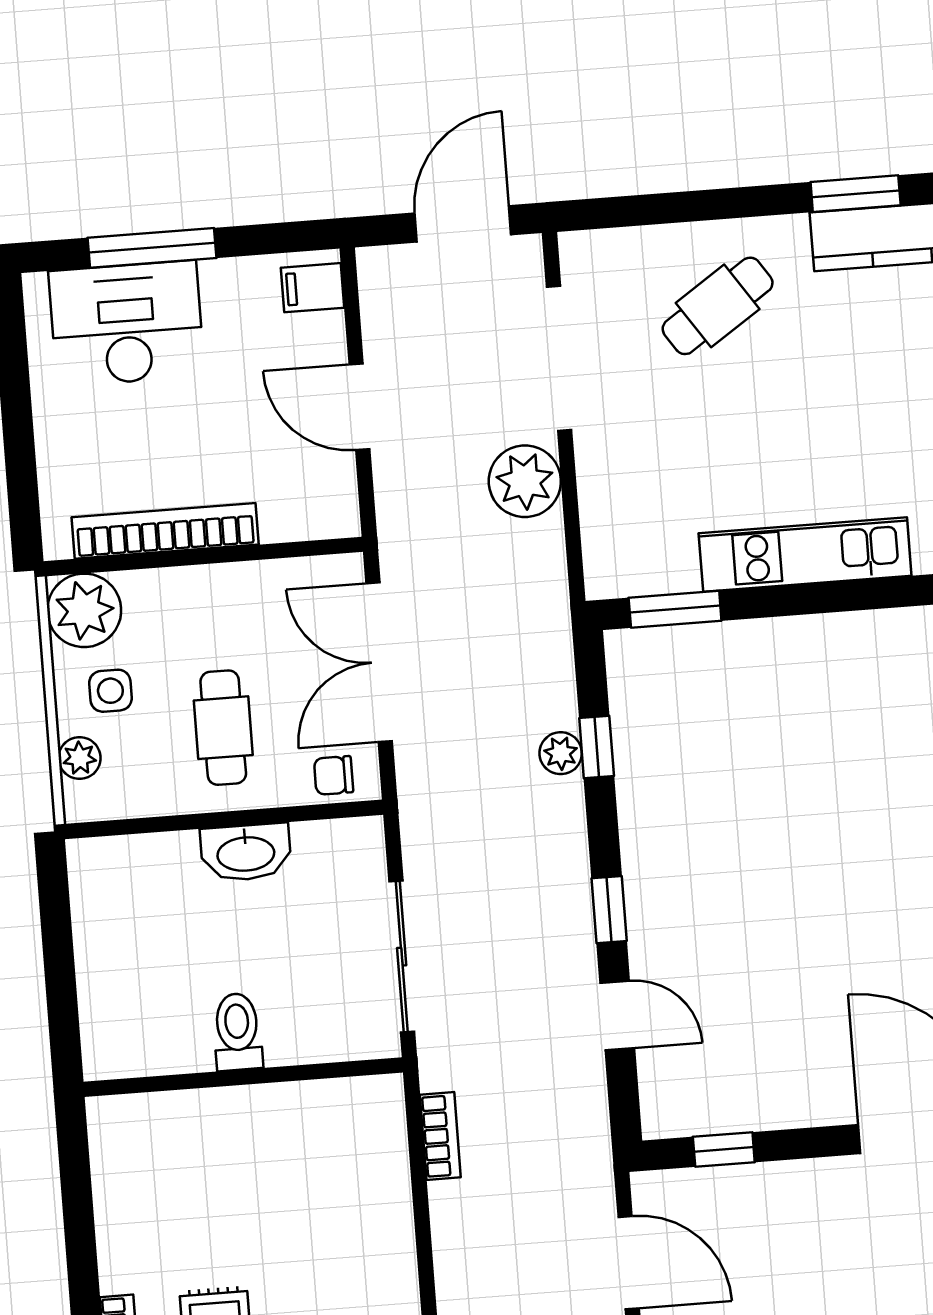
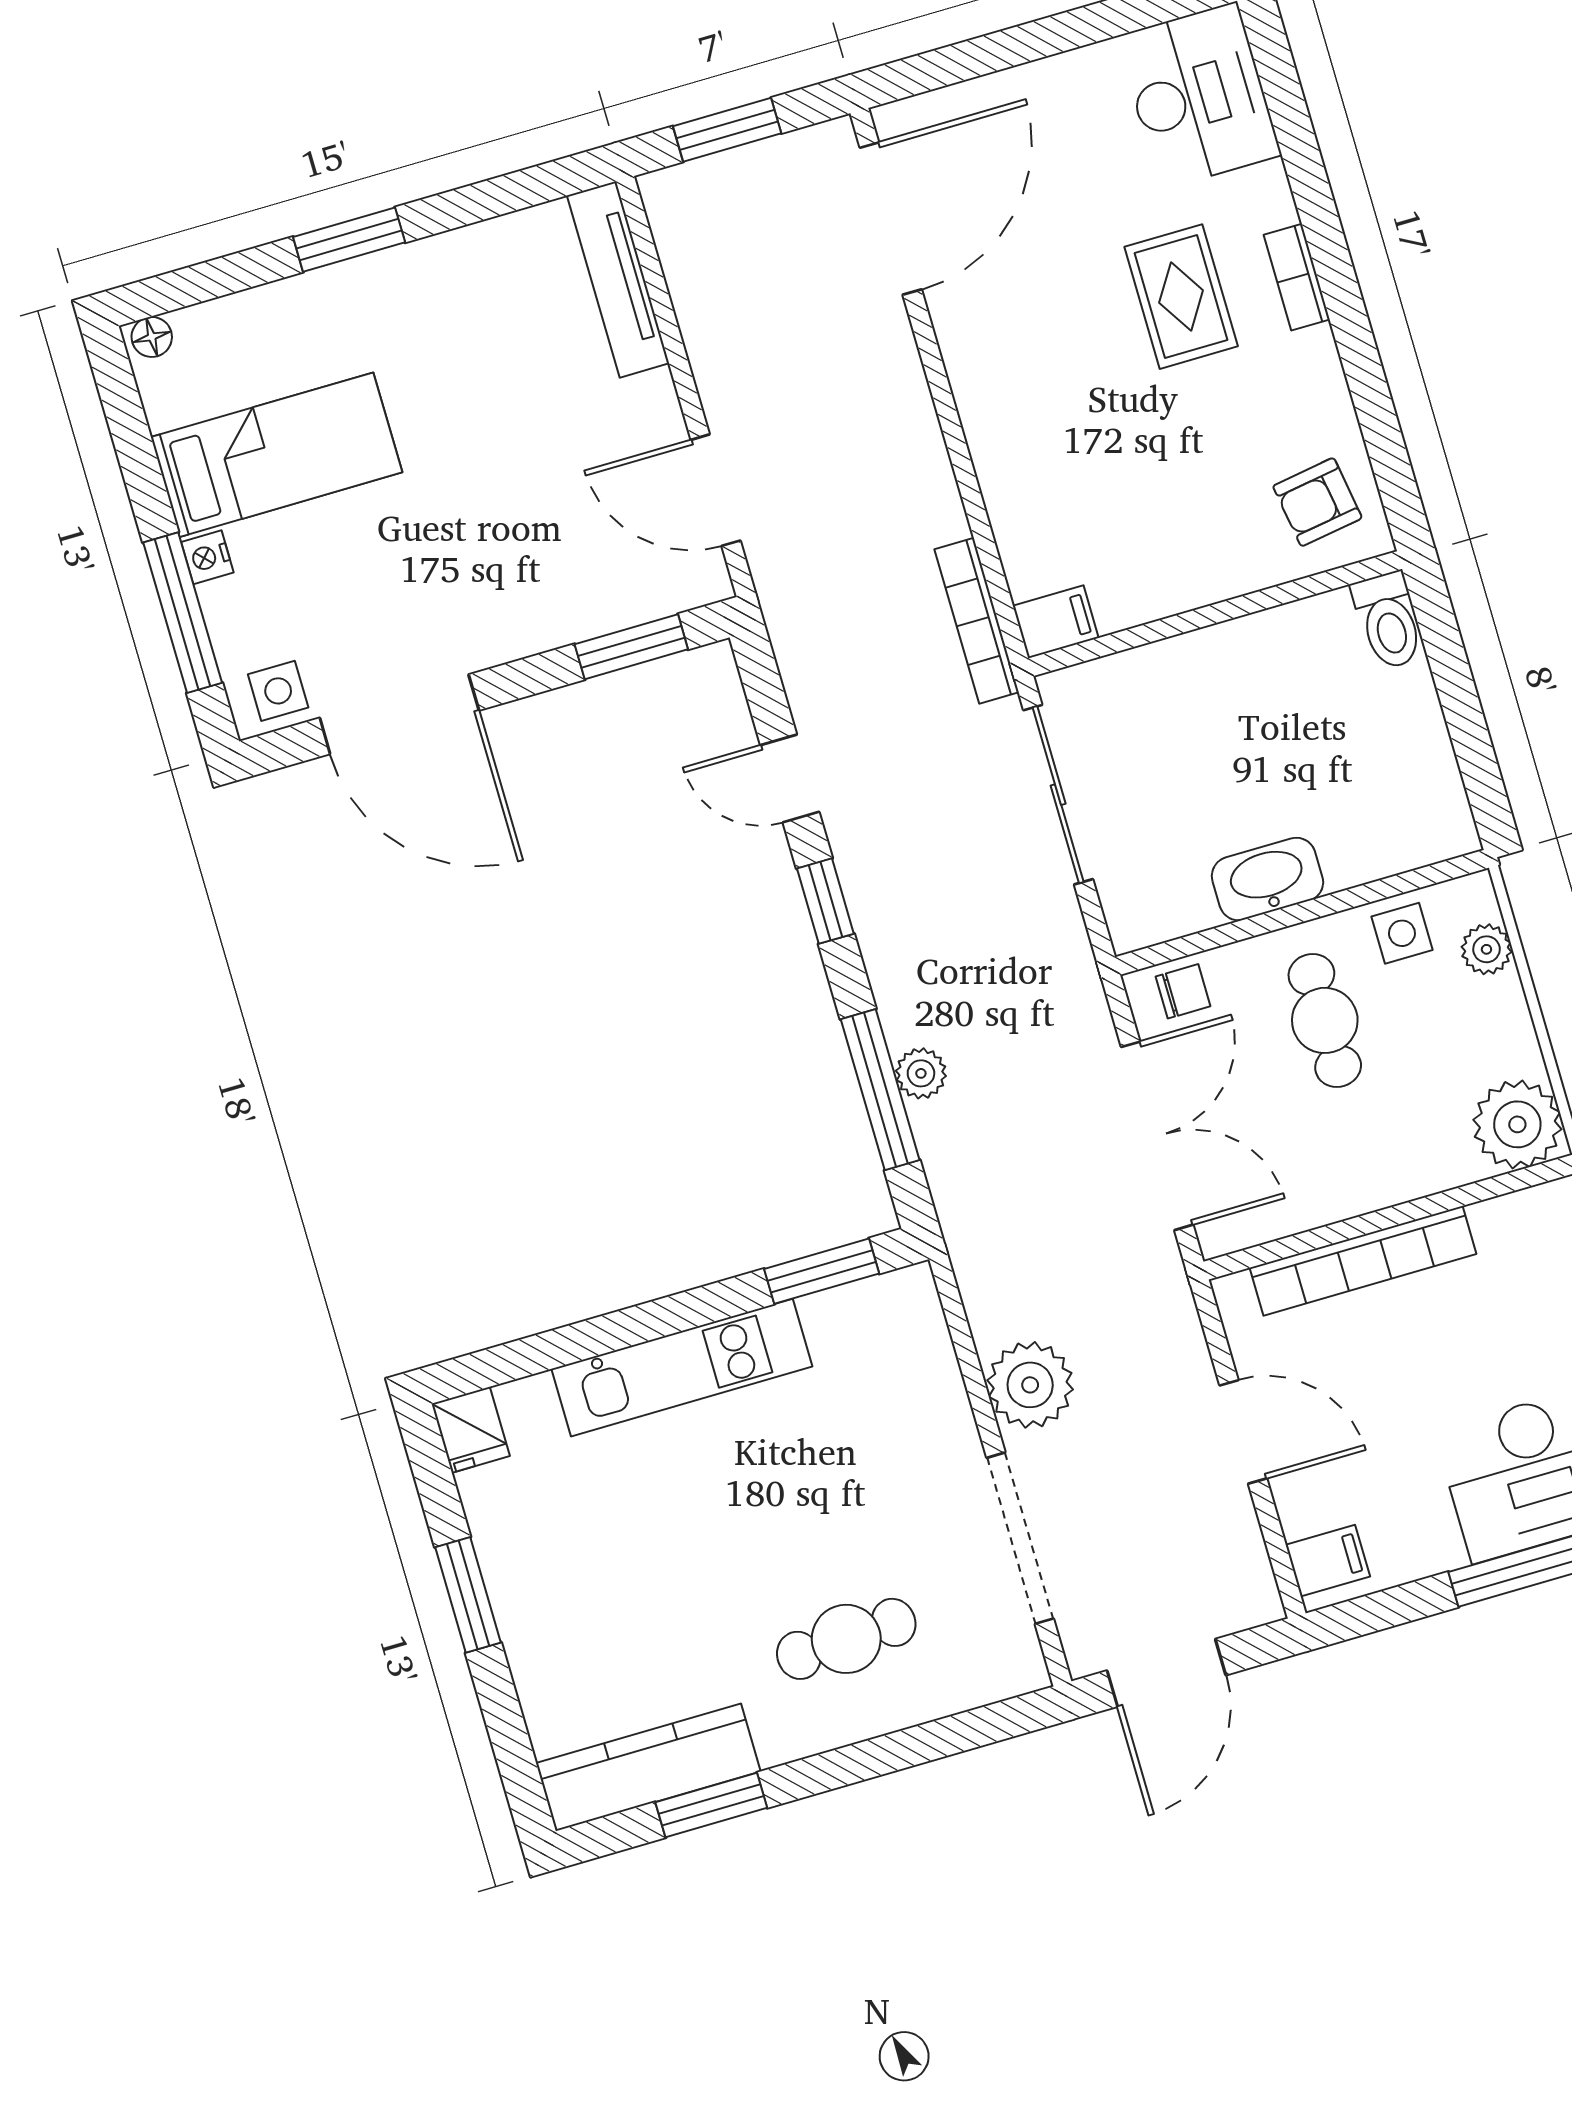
cafe table: (718, 306) -> (846, 1639), turned 31
bookcase: (165, 531) -> (1363, 1261), moved
side table: (110, 691) -> (1402, 933), moved
window: (597, 747) -> (880, 1090), width x2.17
toilet: (237, 1032) -> (1388, 621), moved
filing cabinet: (374, 1098) -> (1056, 622), added
bookcase: (440, 1136) -> (977, 621), width x1.56
window: (724, 1149) -> (631, 647), width x1.50
armchair: (141, 1151) -> (1317, 502), added

